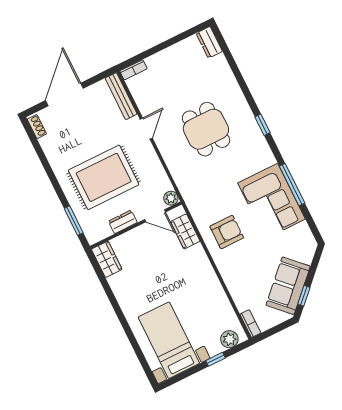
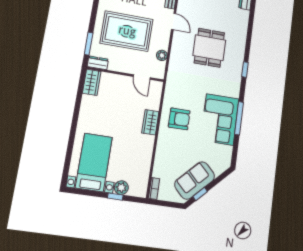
door: (146, 129) -> (174, 21), hinge flipped
plant: (171, 198) -> (162, 55), moved
dresser: (123, 222) -> (98, 63), moved
wardrobe: (185, 231) -> (150, 122), moved
plant: (229, 339) -> (121, 188), moved

